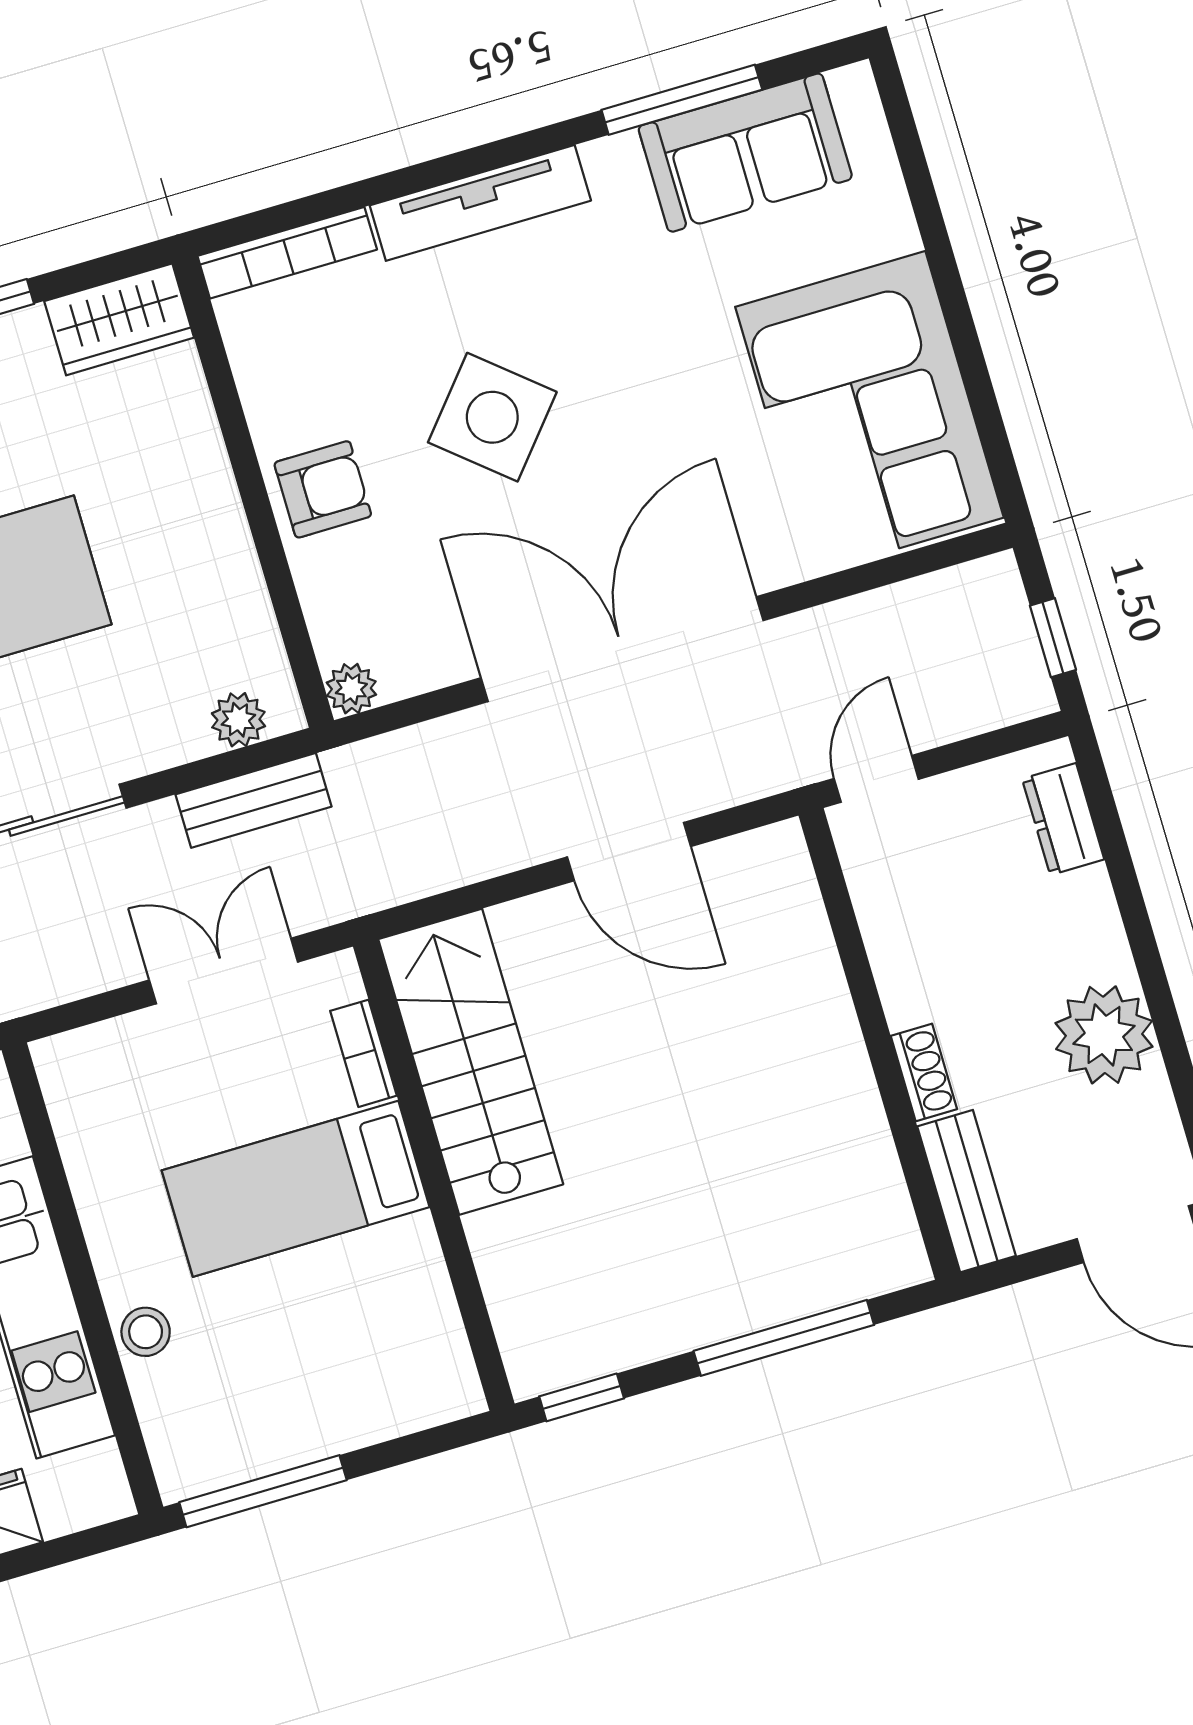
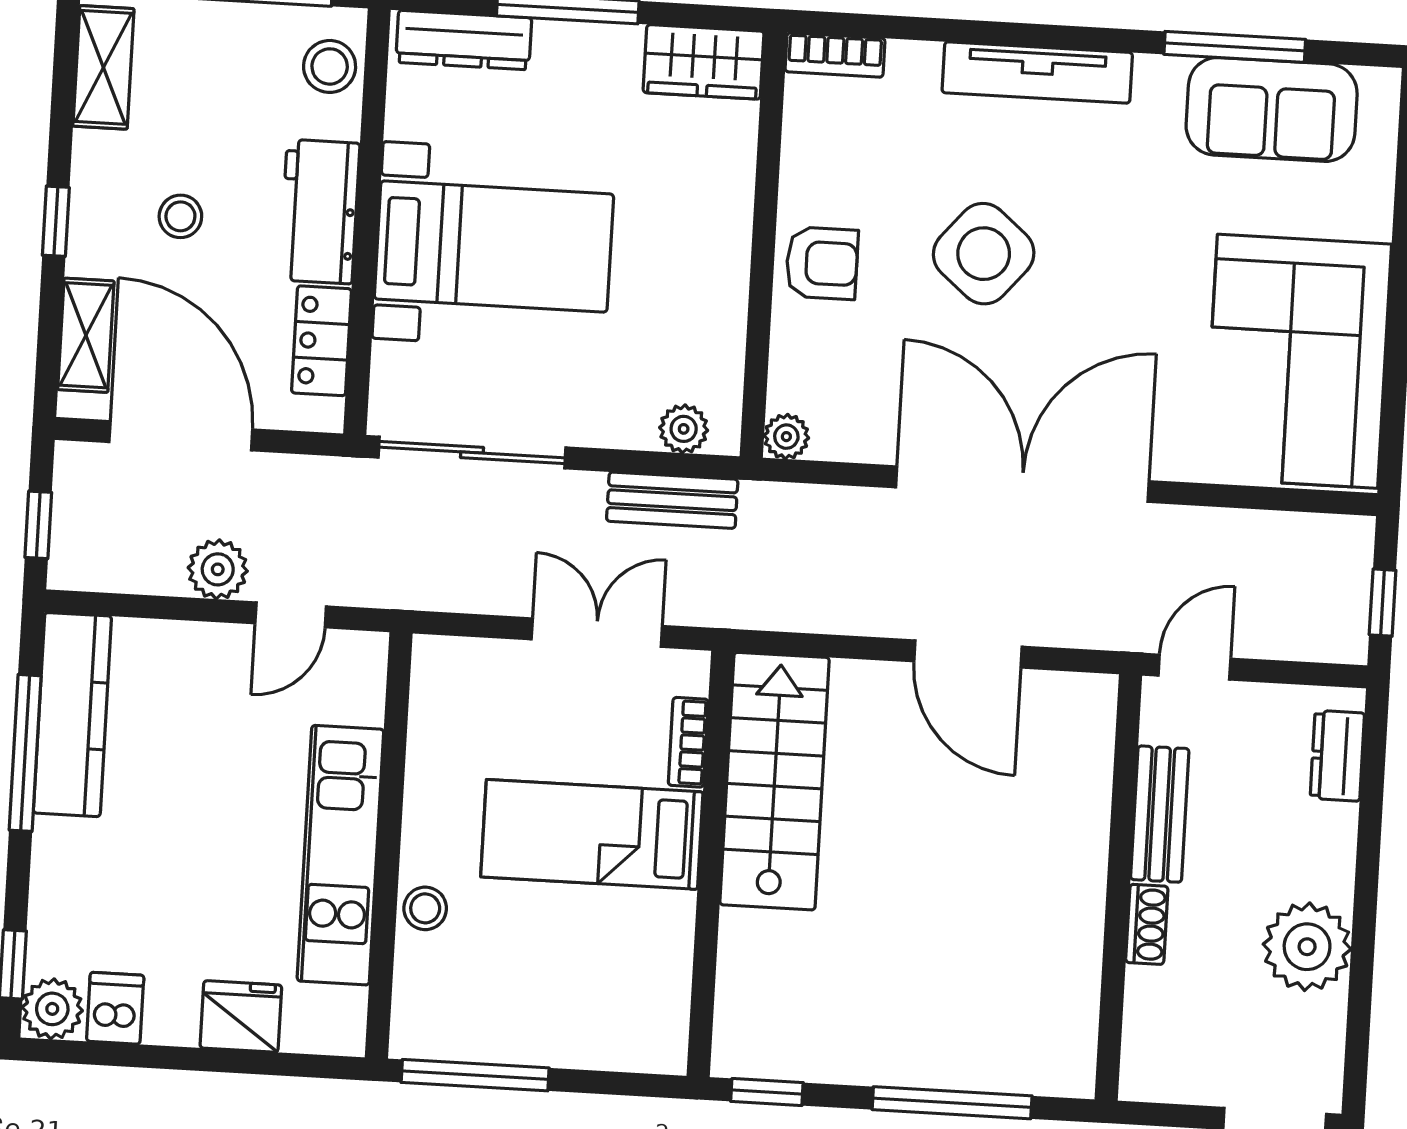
bookcase: (287, 253) -> (835, 55), width x0.64
bench: (967, 1191) -> (1160, 814), moved

